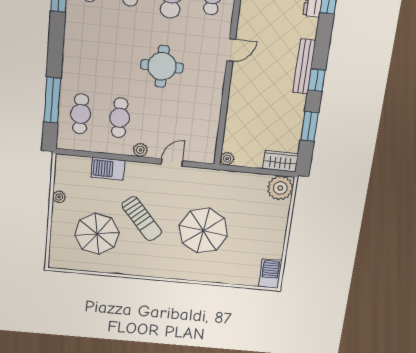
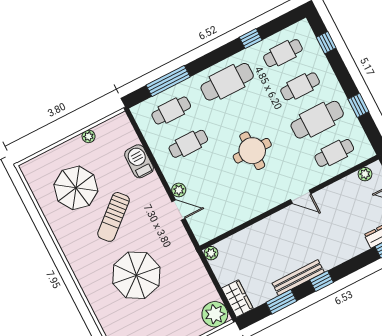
cafe table: (86, 48) -> (227, 82), added
bench: (304, 66) -> (298, 278), moved
plant: (140, 150) -> (179, 190), moved

